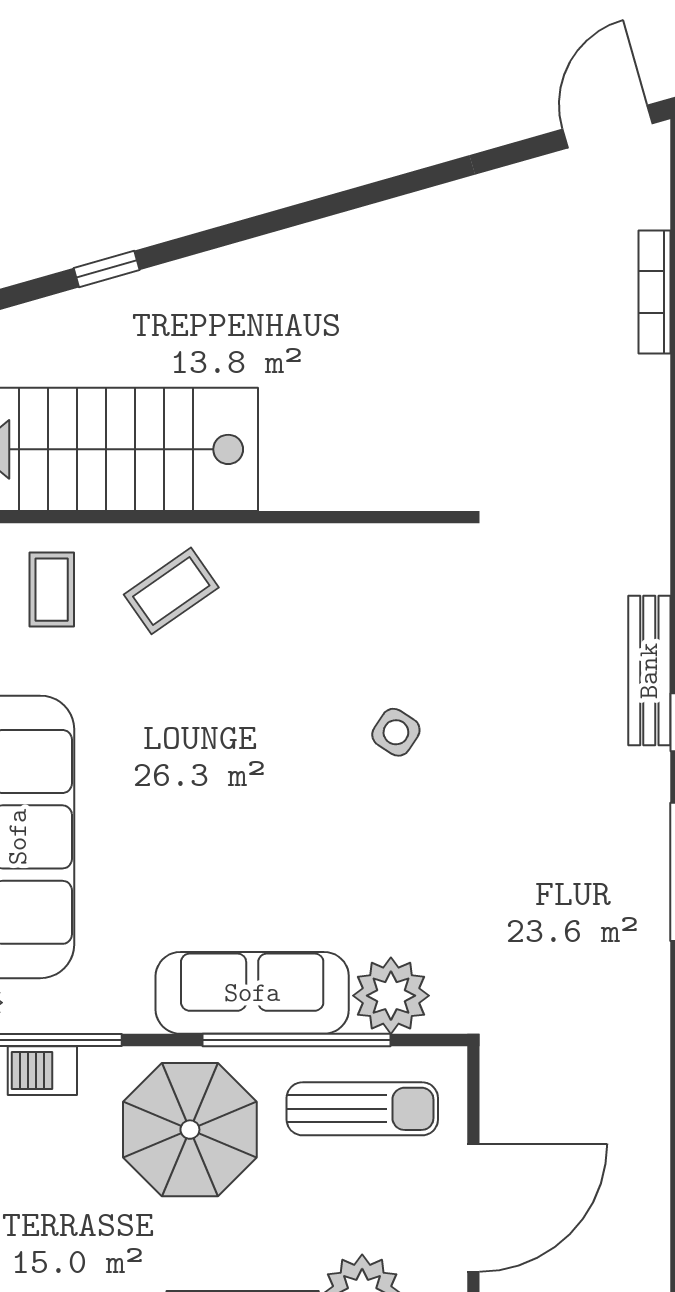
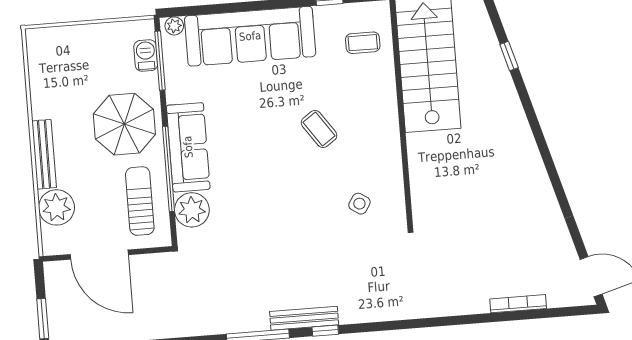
coffee table: (171, 591) -> (319, 129), moved
bench: (649, 671) -> (304, 318), moved
side table: (396, 732) -> (359, 204), moved
sun lounger: (362, 1109) -> (140, 201), turned 180

